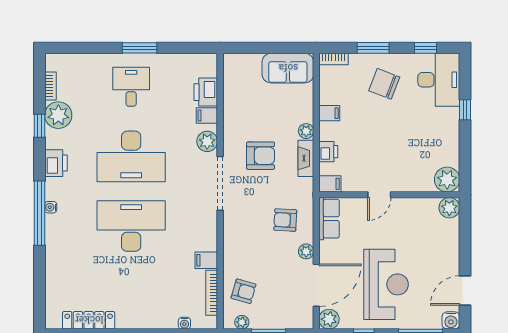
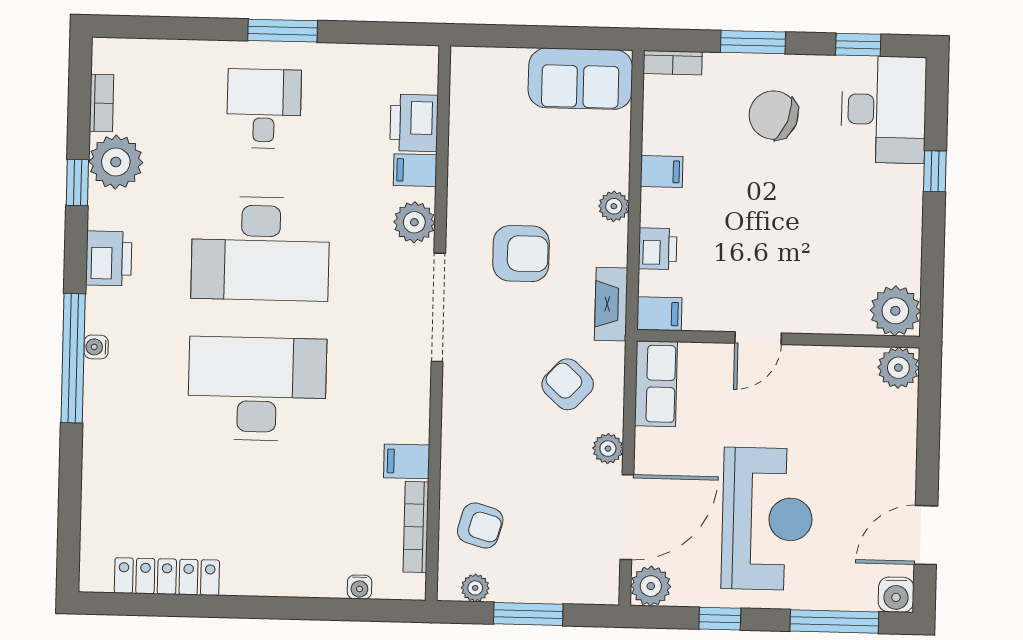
fireplace: (306, 158) -> (611, 304), moved
armchair: (285, 220) -> (568, 384), turned 40

